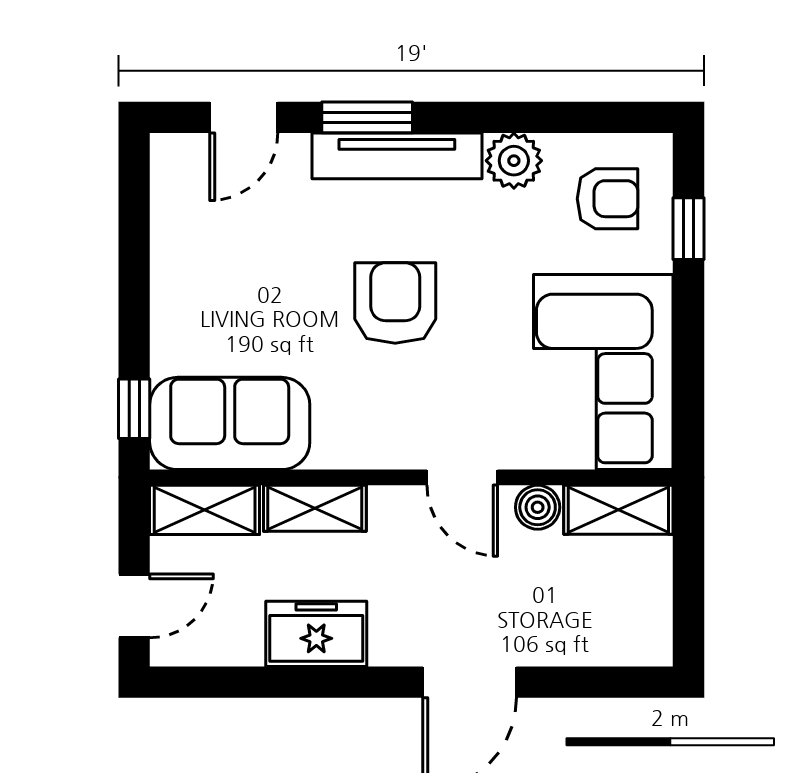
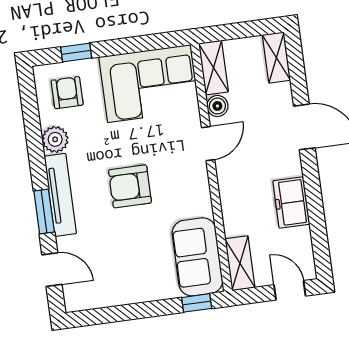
shelving: (315, 508) -> (276, 58), moved

